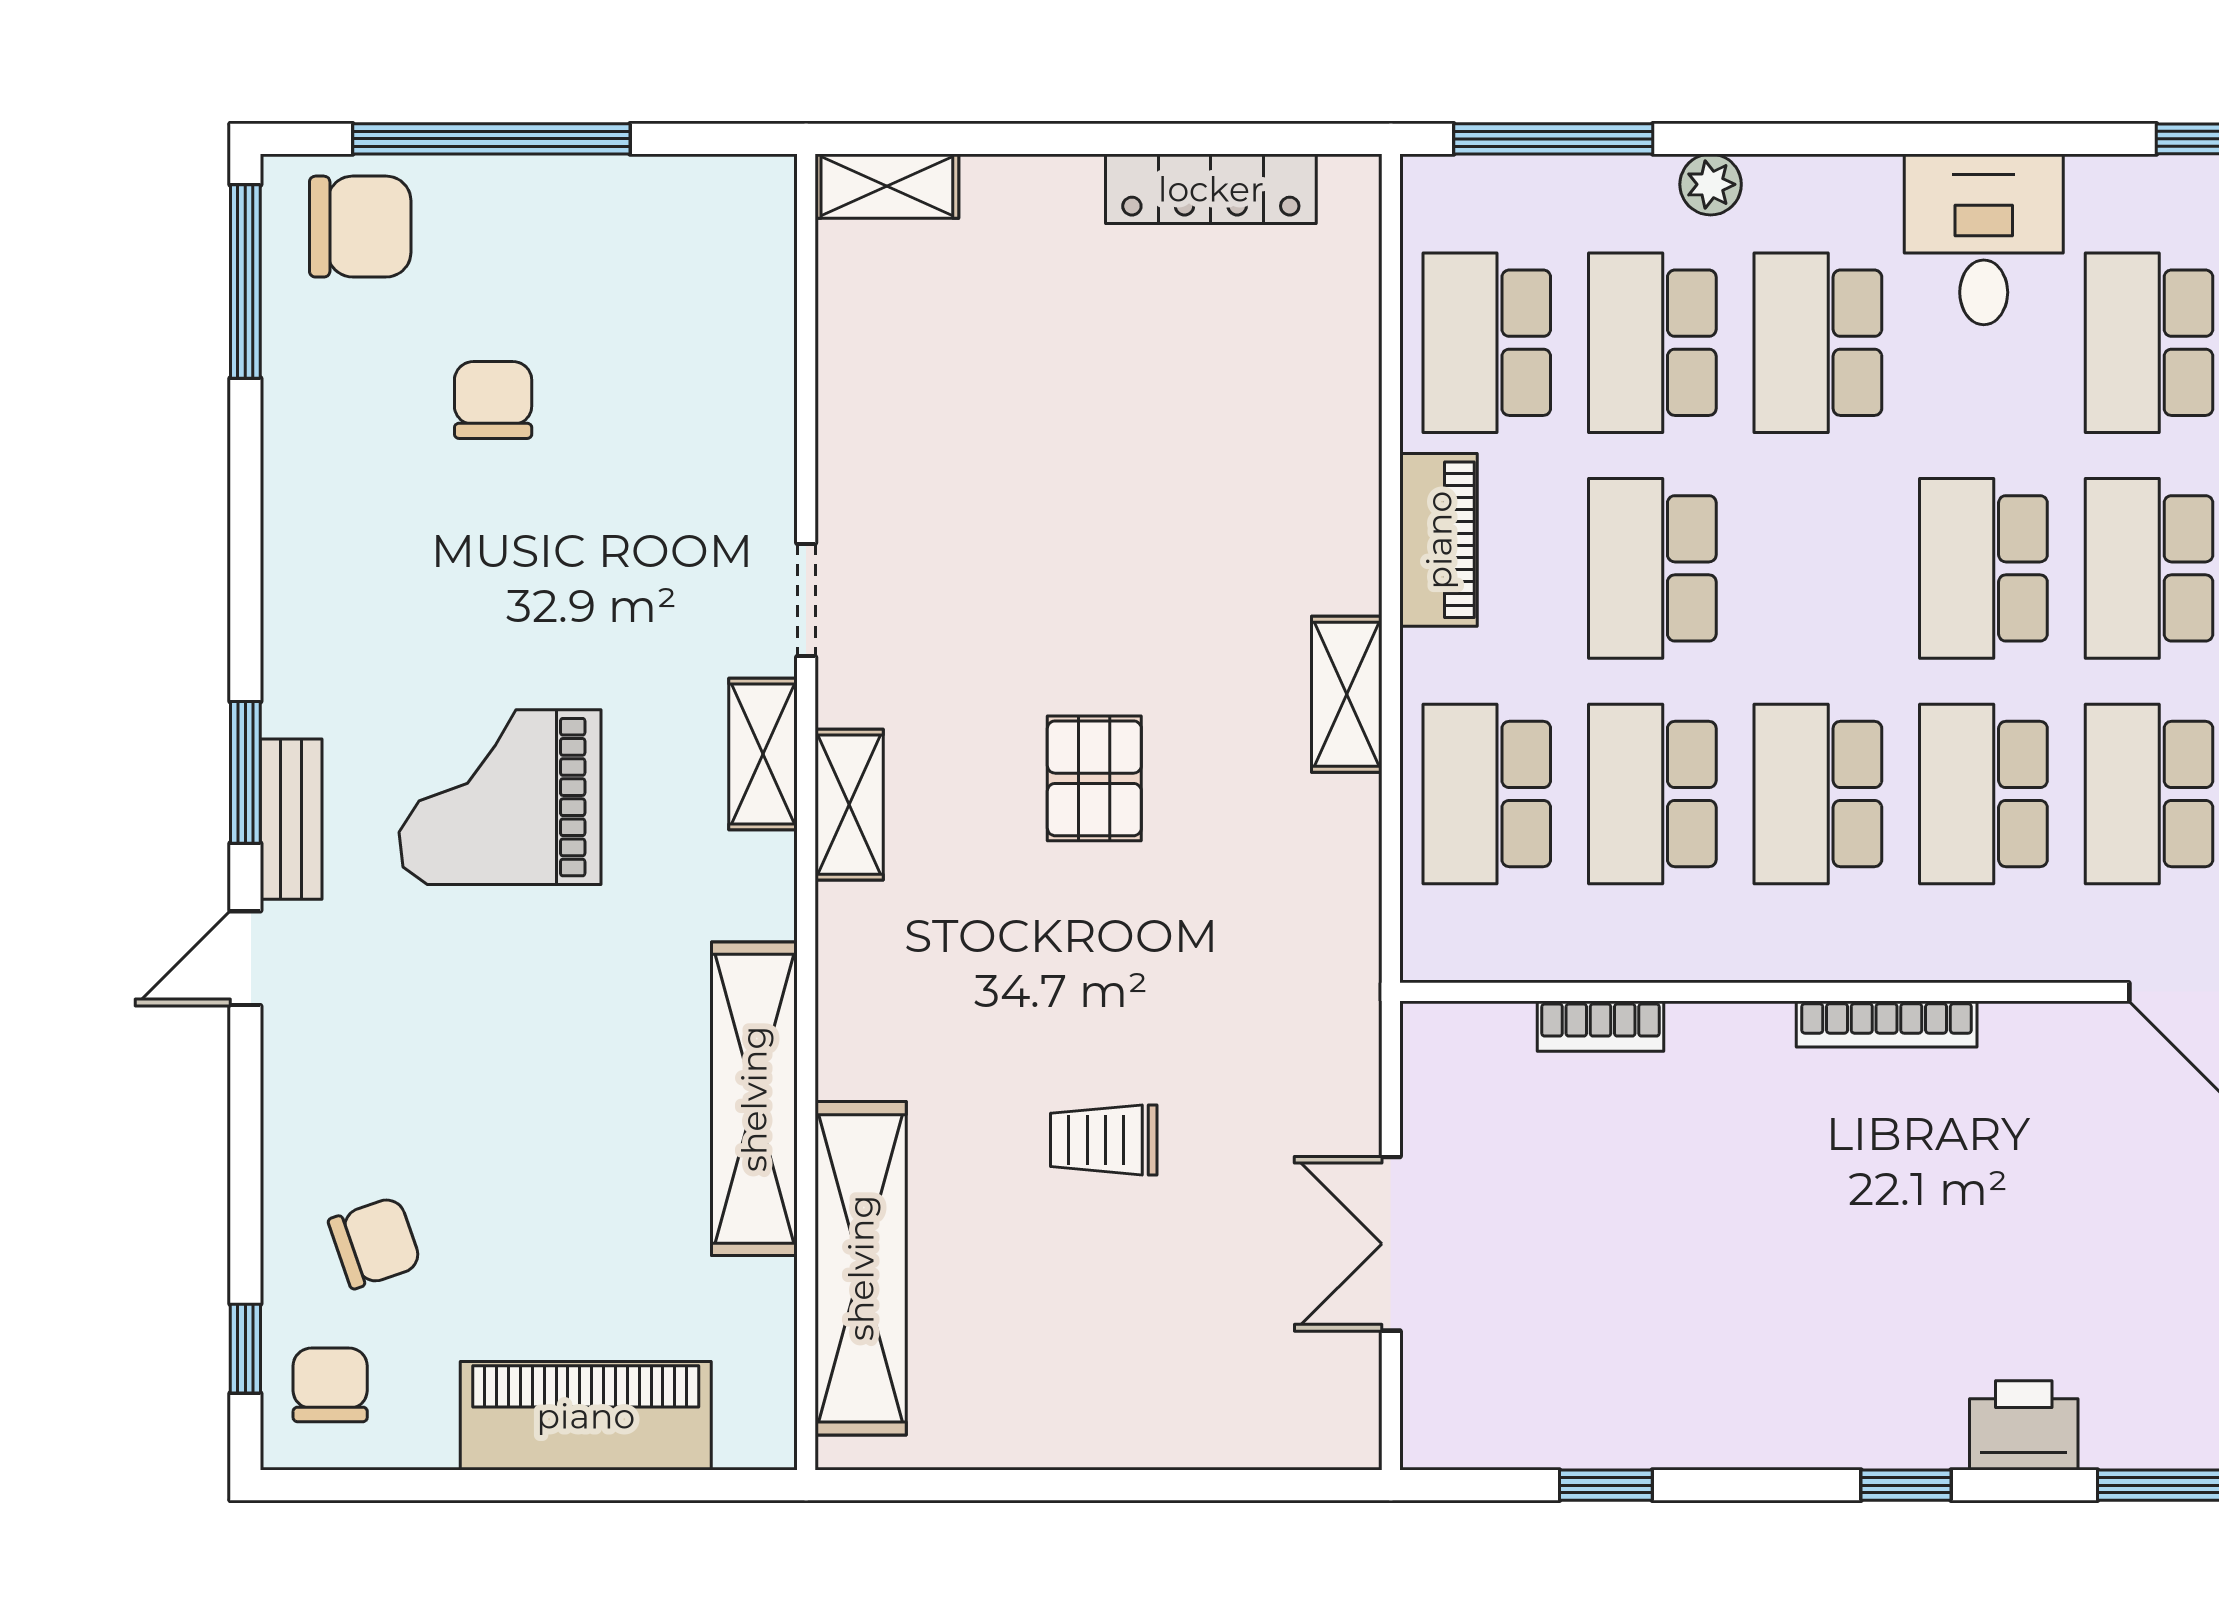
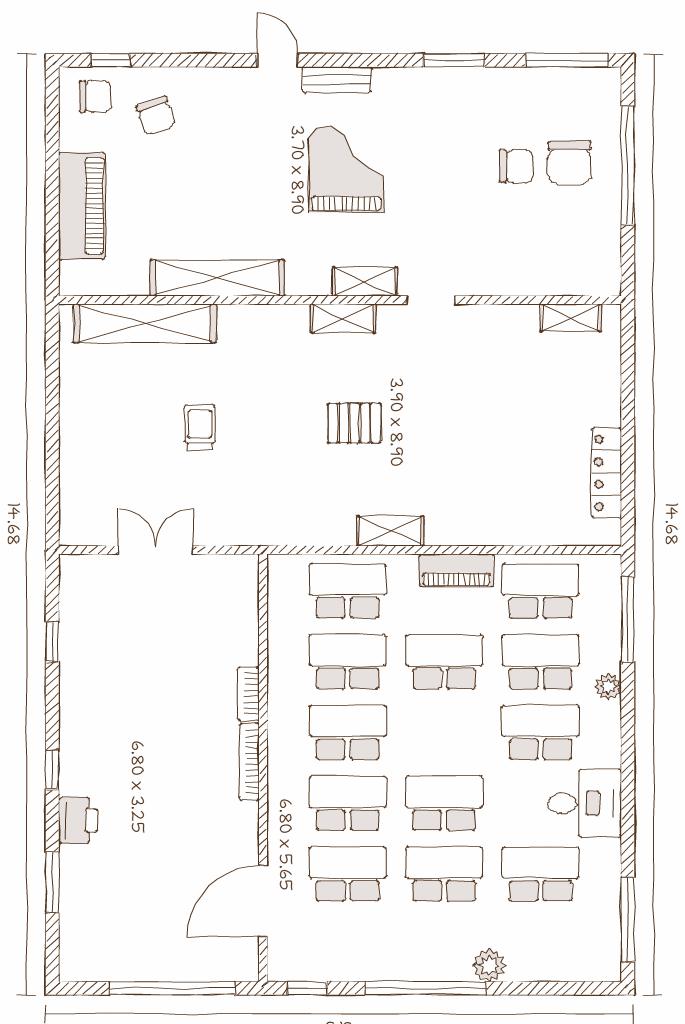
shelving: (887, 186) -> (571, 318), moved, turned 90
chair: (360, 227) -> (569, 163), moved
window: (245, 772) -> (454, 60), moved
bookcase: (1601, 1026) -> (248, 694), moved

